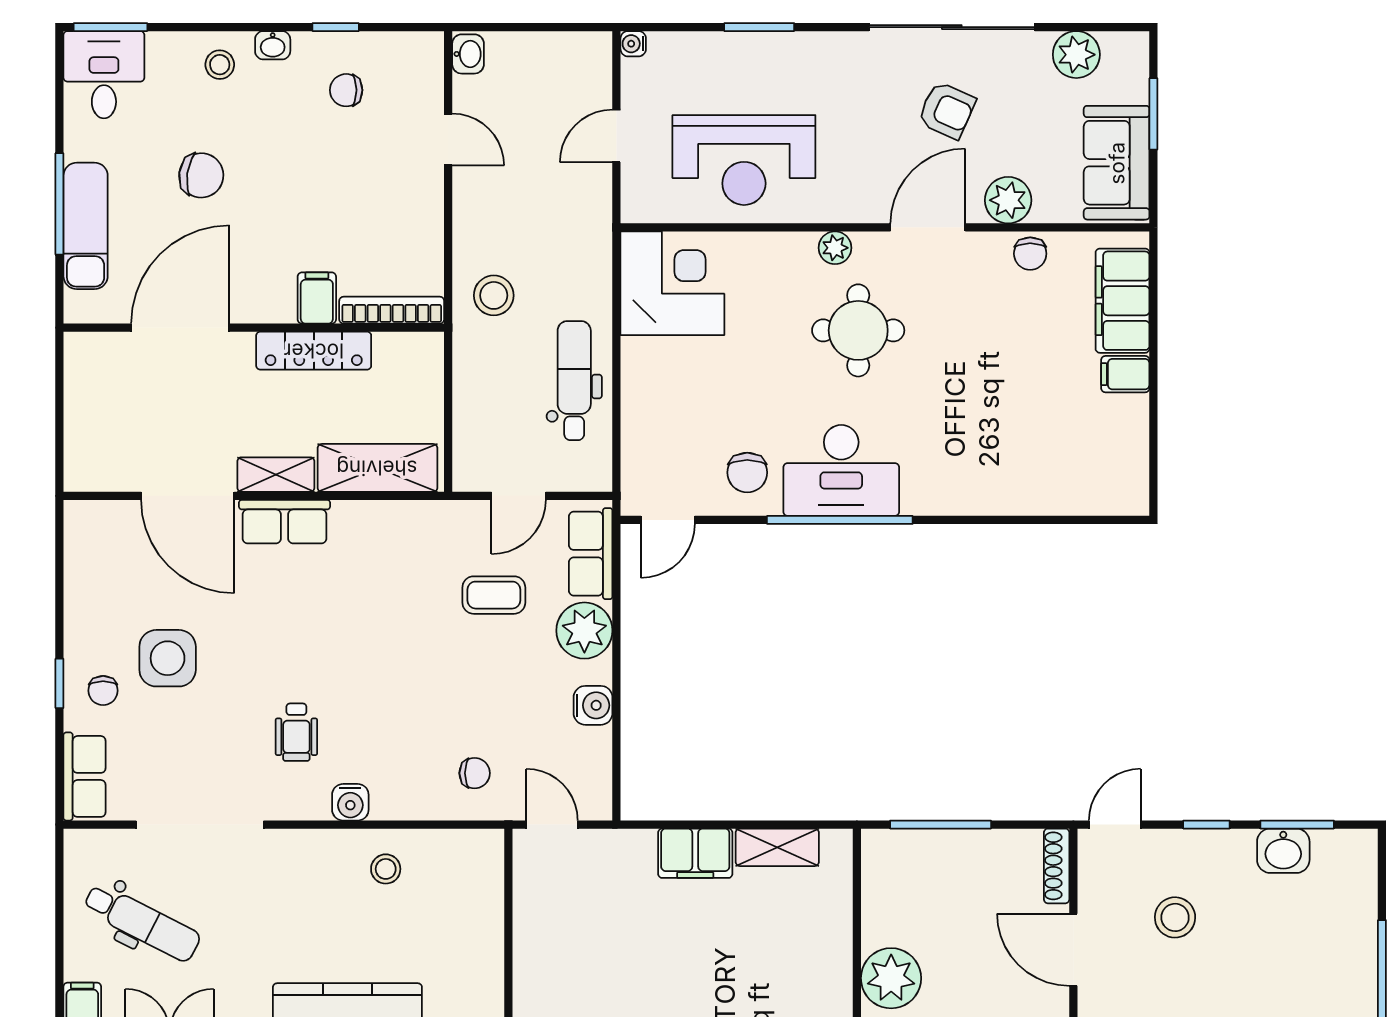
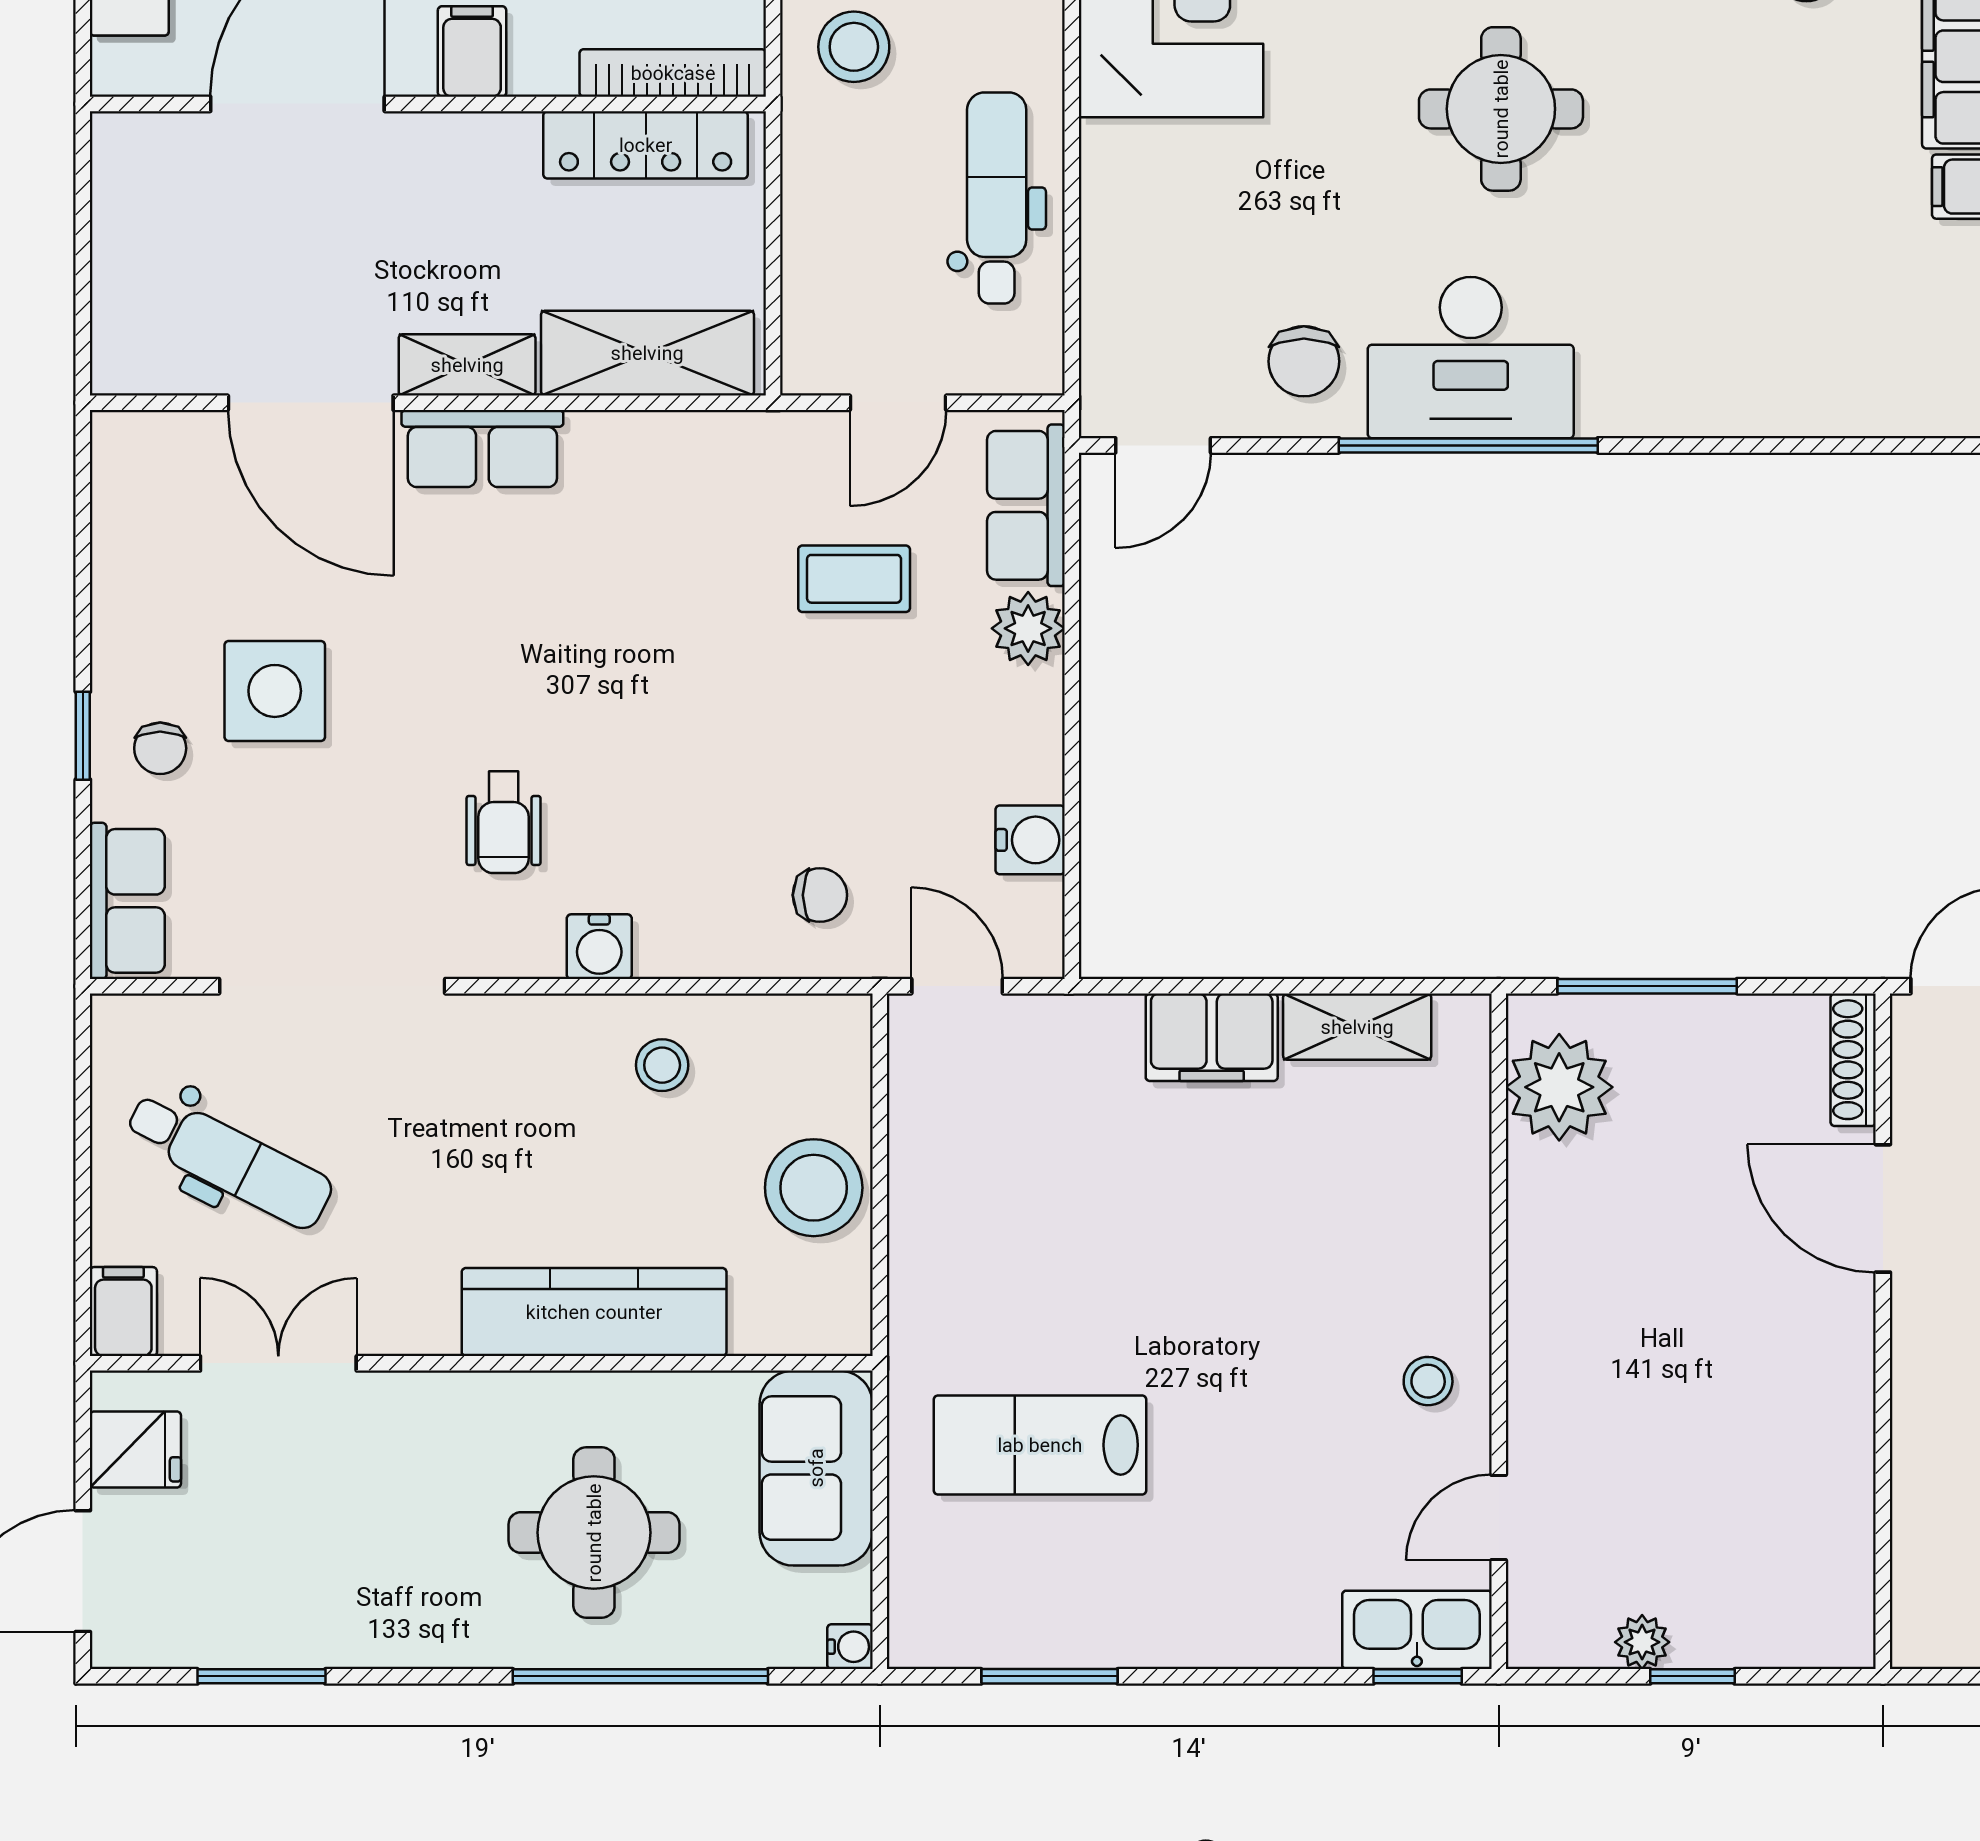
filing cabinet: (317, 298) -> (472, 51), moved
locker: (314, 351) -> (646, 145), moved
plant: (584, 631) -> (1028, 628), width x0.73, depth x0.73
water cooler: (593, 705) -> (1030, 840), moved
stool: (471, 938) -> (814, 1188), added
plant: (891, 978) -> (1559, 1087), moved

